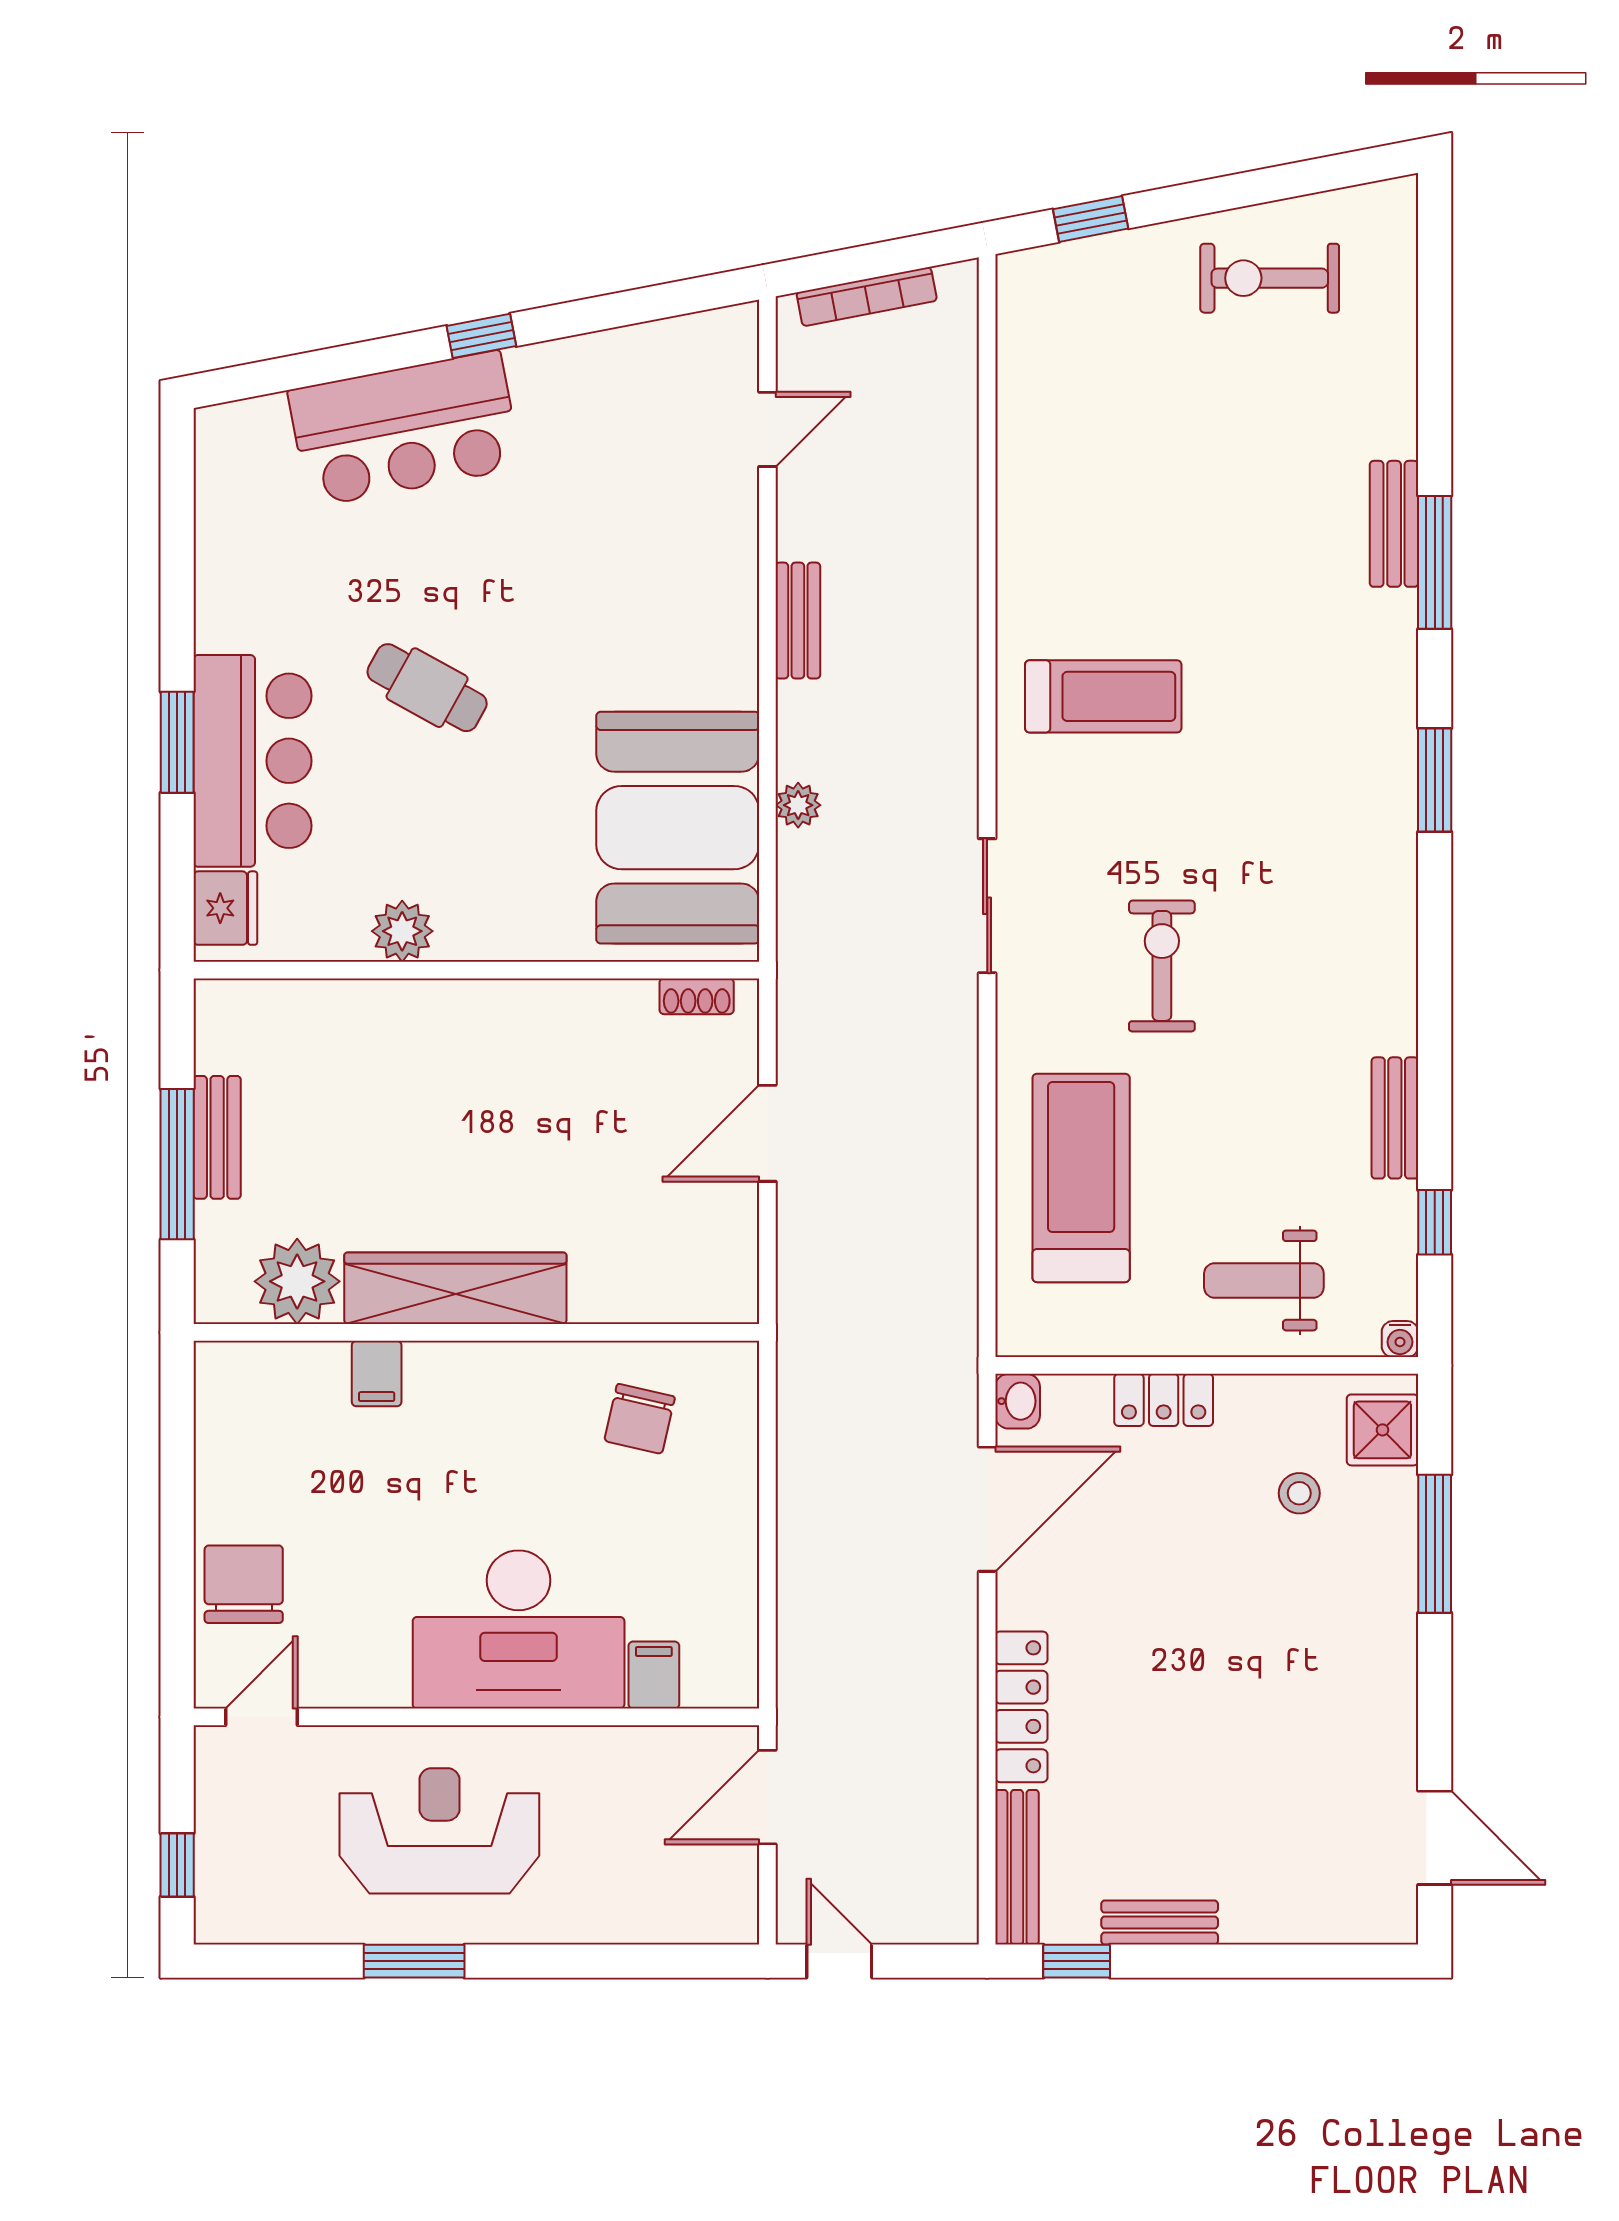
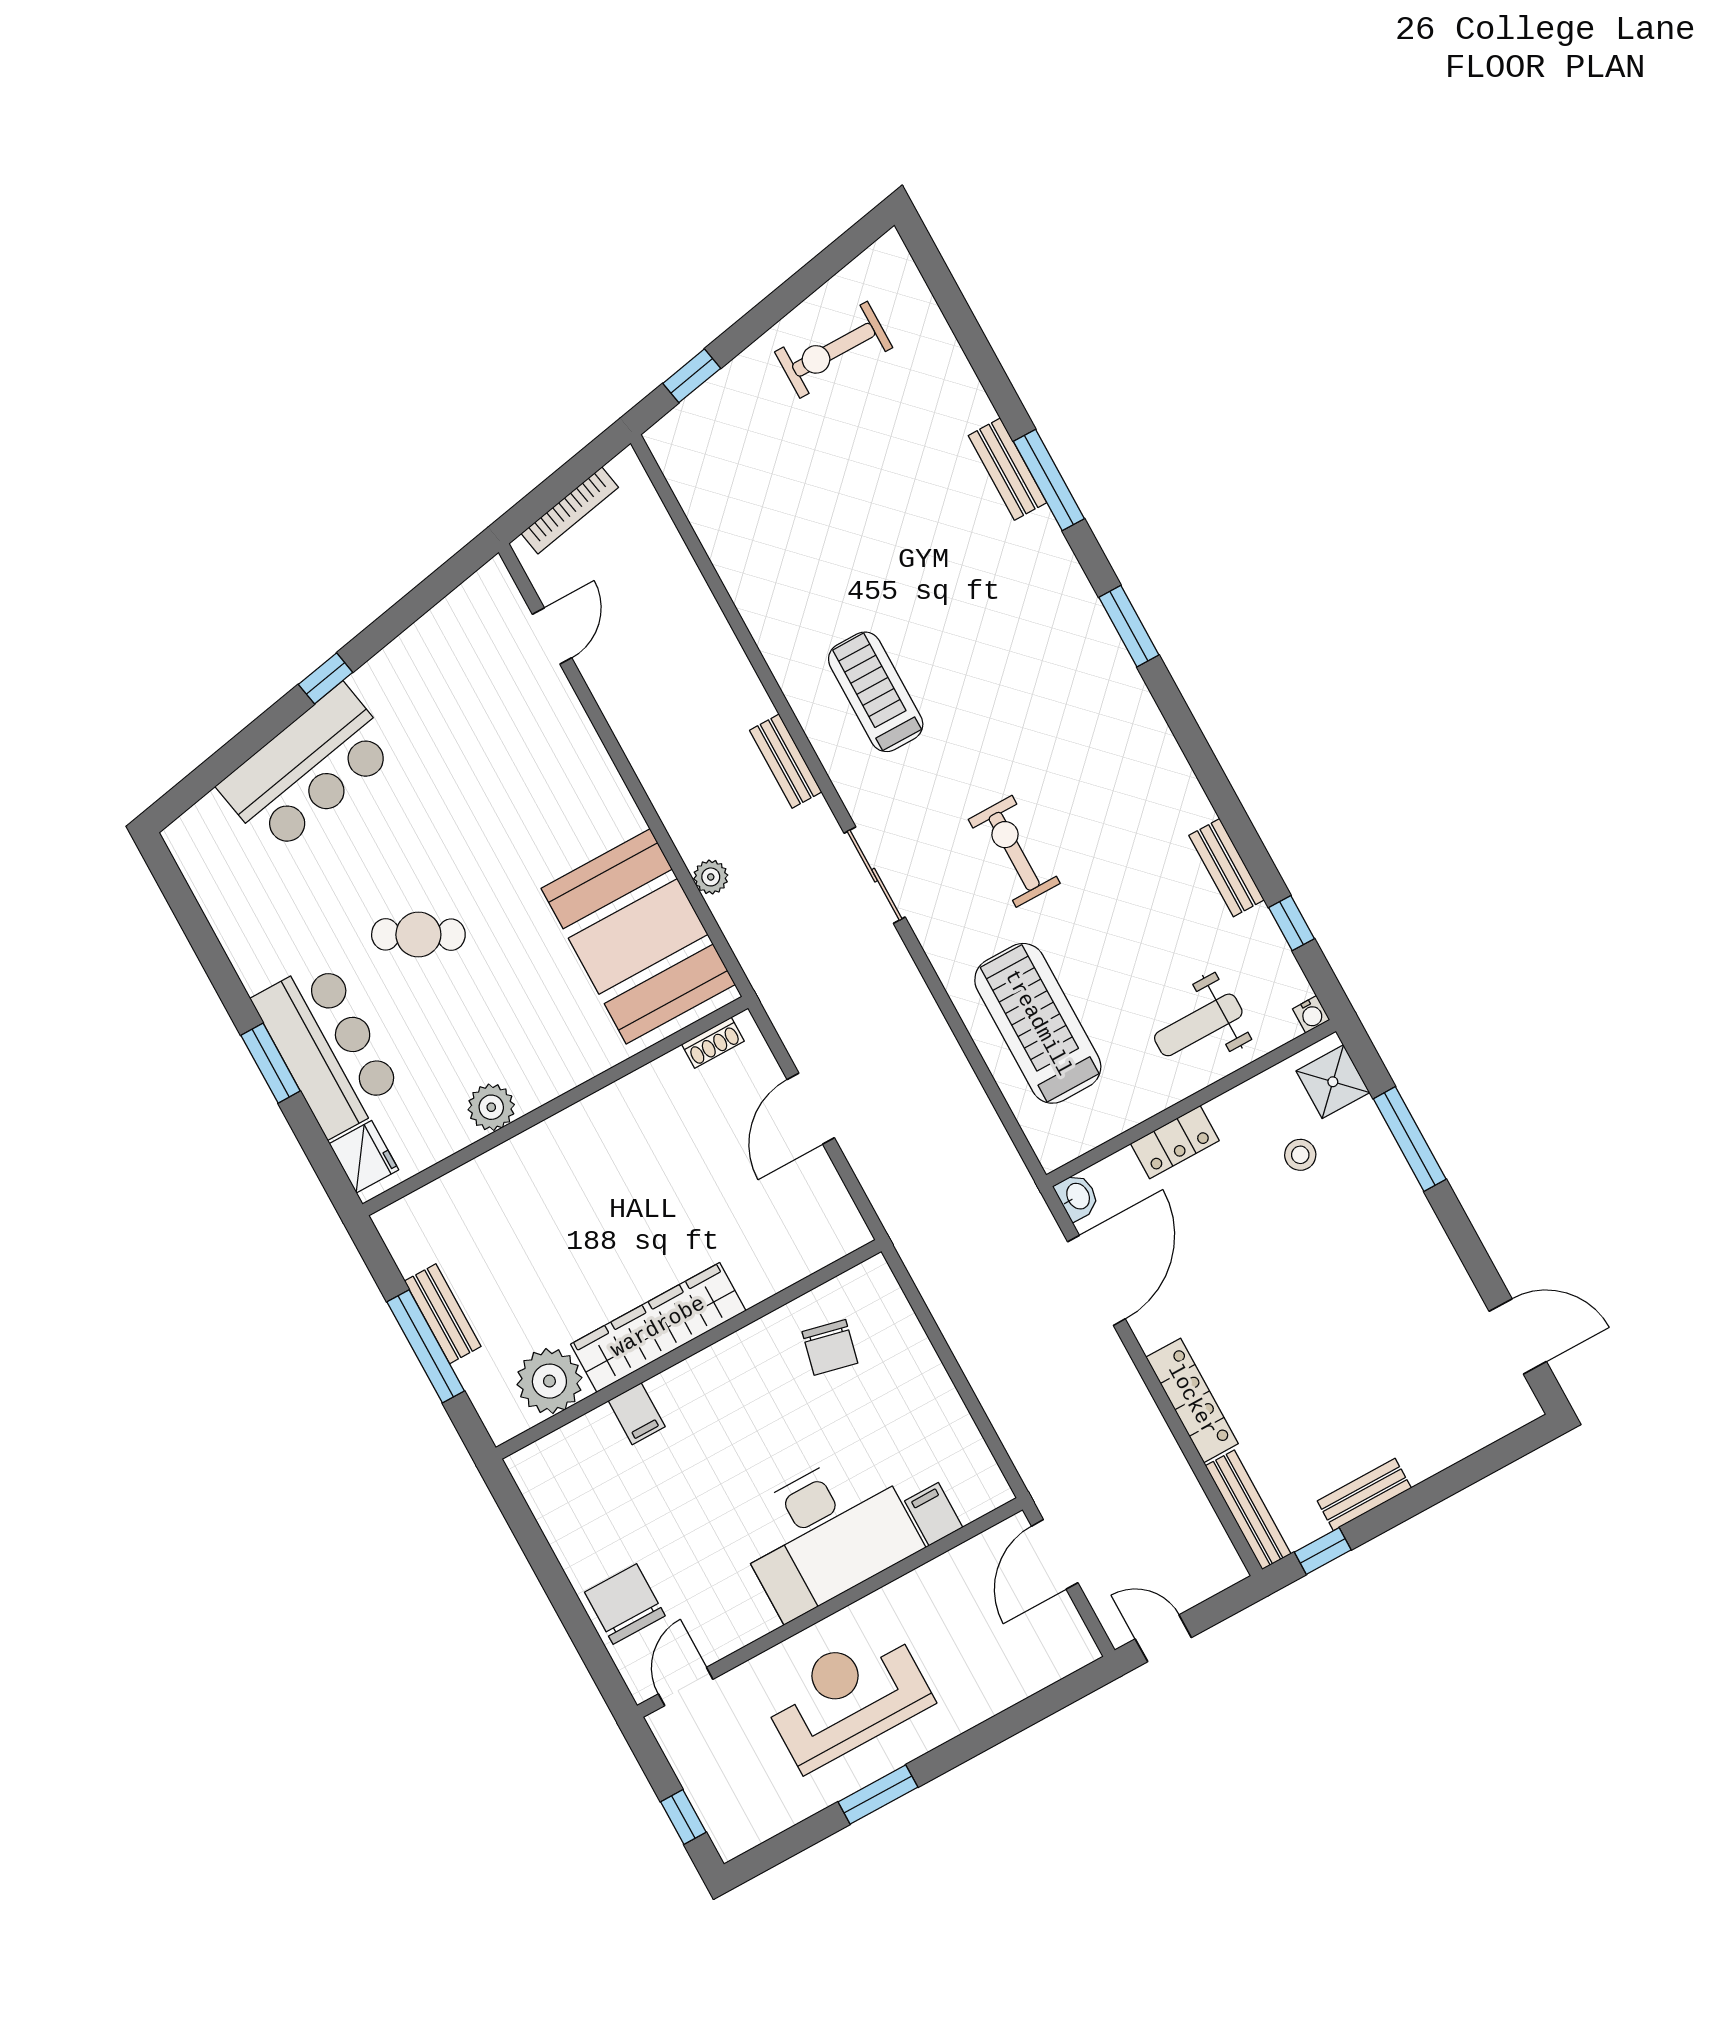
bench: (798, 621) -> (786, 761), moved
treadmill: (1103, 696) -> (876, 692), turned -90

